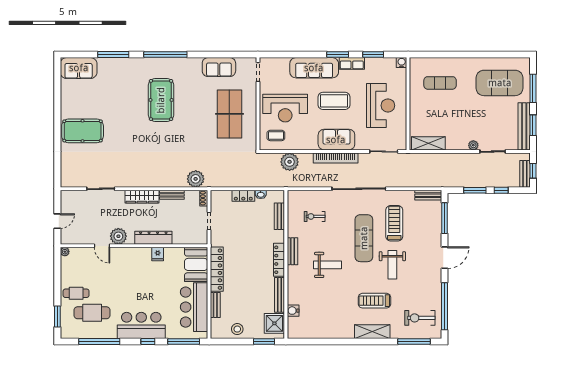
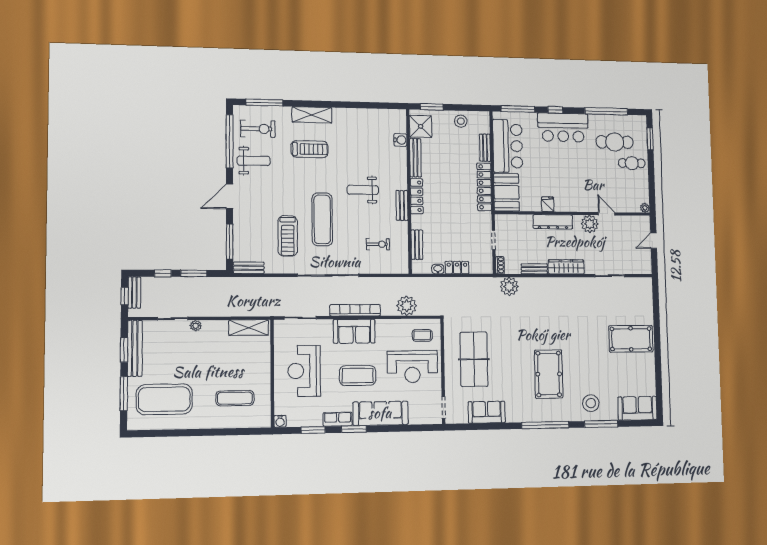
stool: (122, 73) -> (591, 403), added
reception desk: (285, 108) -> (412, 367), turned 180
weight bench: (392, 265) -> (254, 161), moved, turned 90

